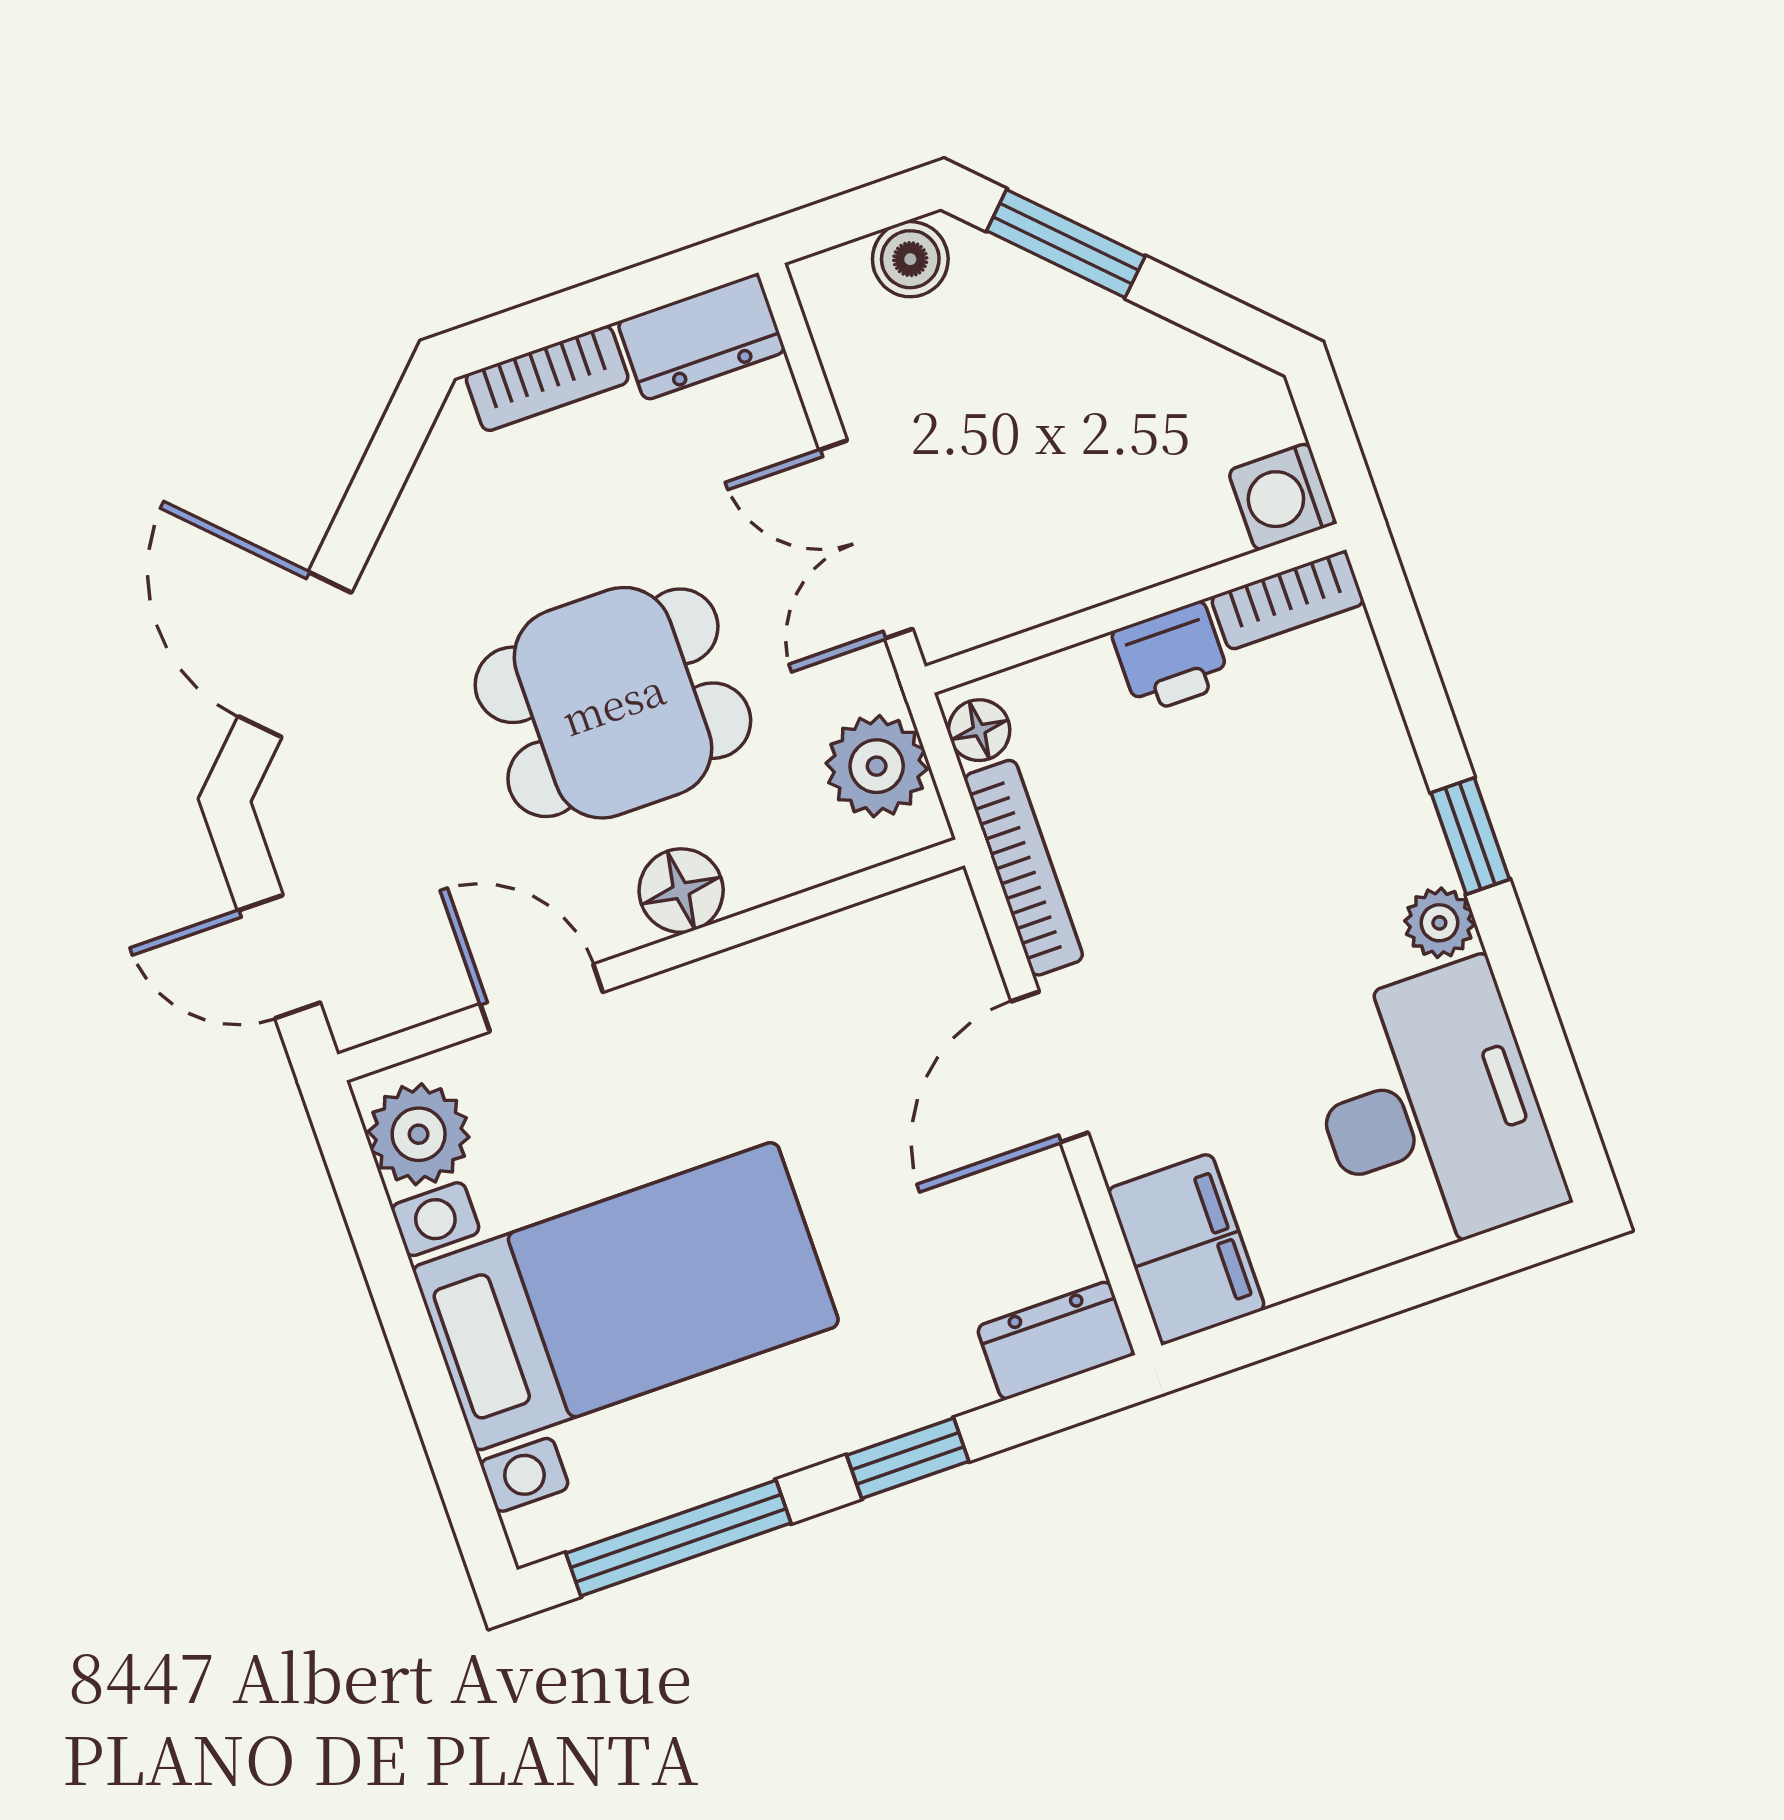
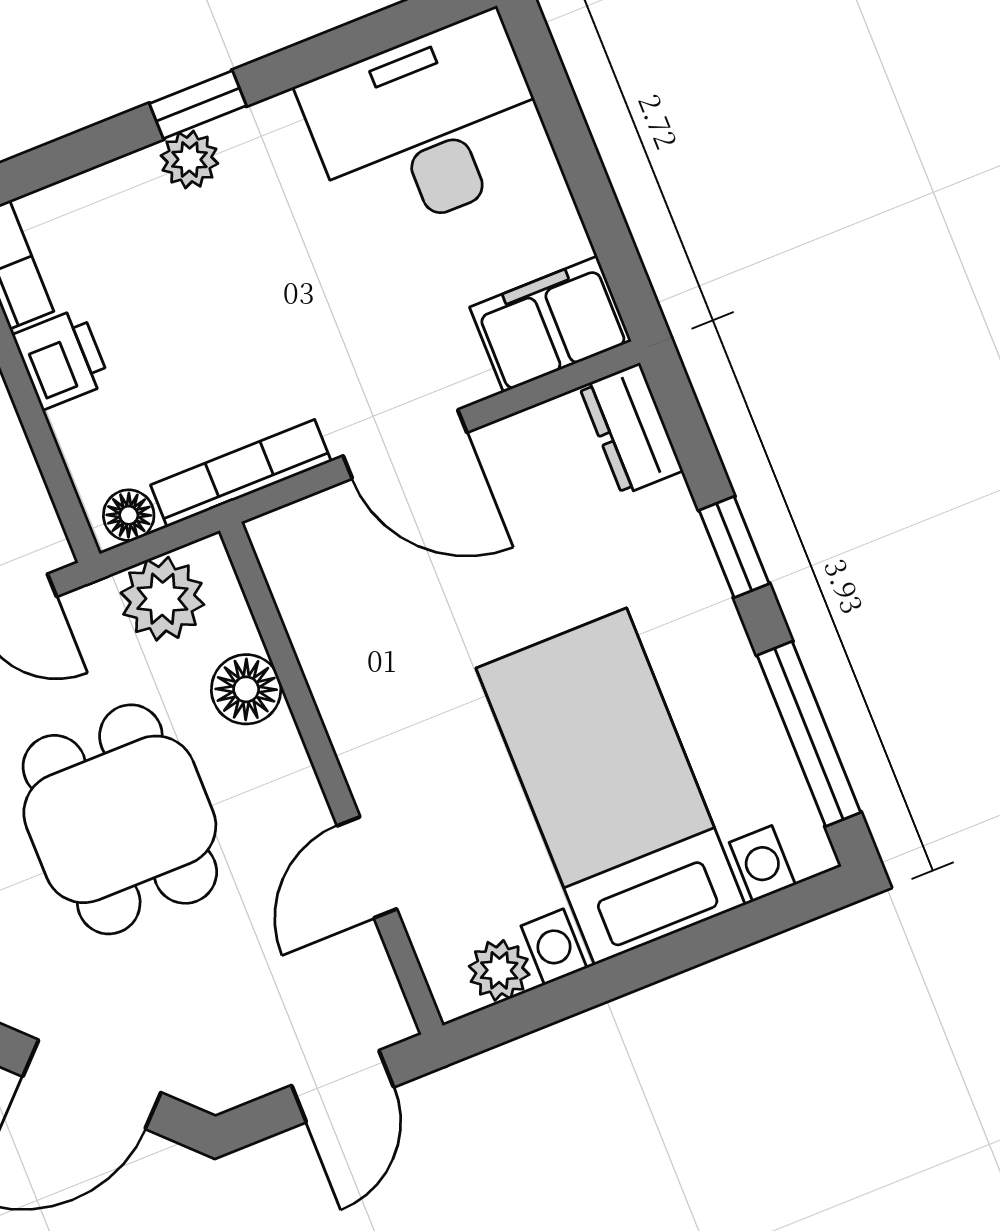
floor lamp: (681, 891) -> (246, 689), moved
plant: (1439, 923) -> (189, 160), moved
plant: (419, 1134) -> (499, 970), width x0.73, depth x0.73

